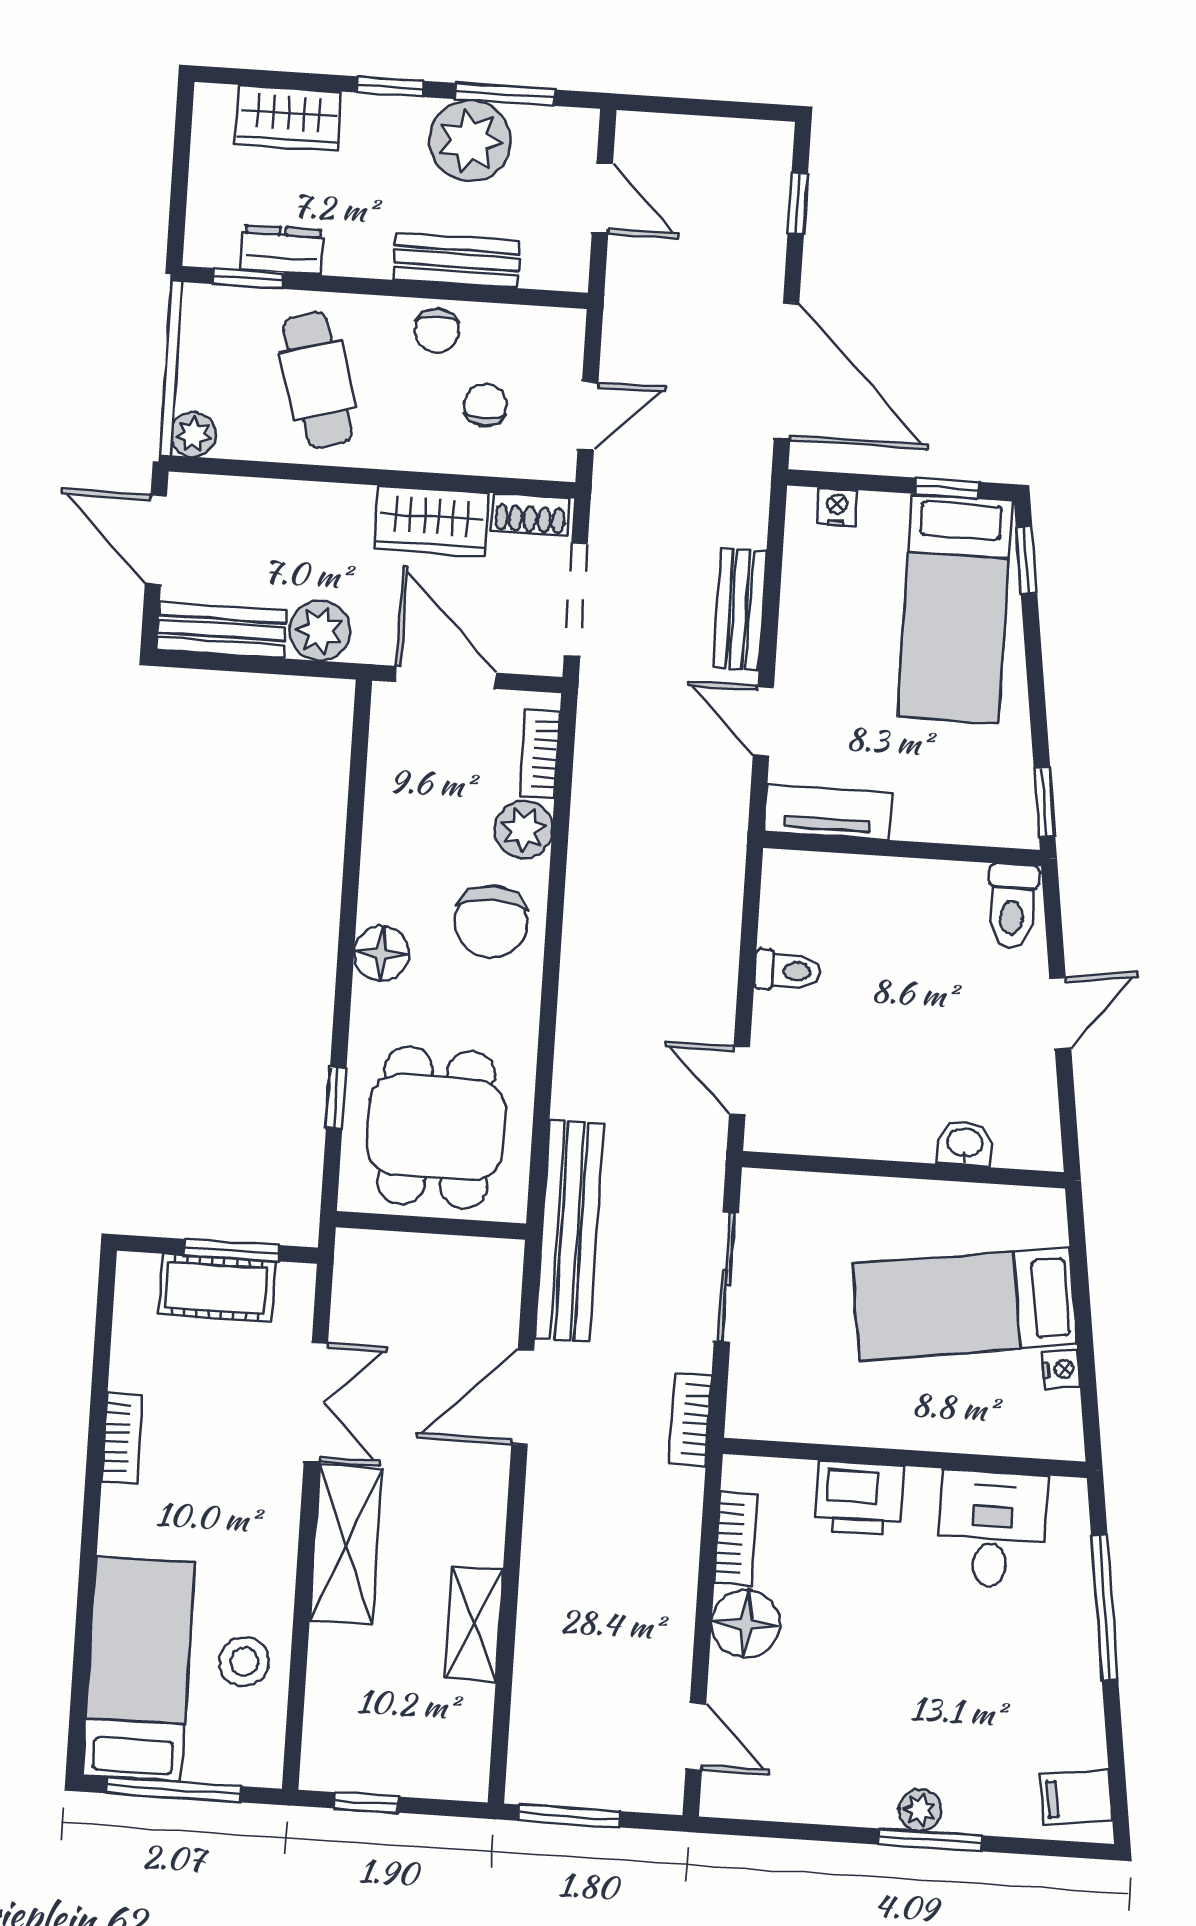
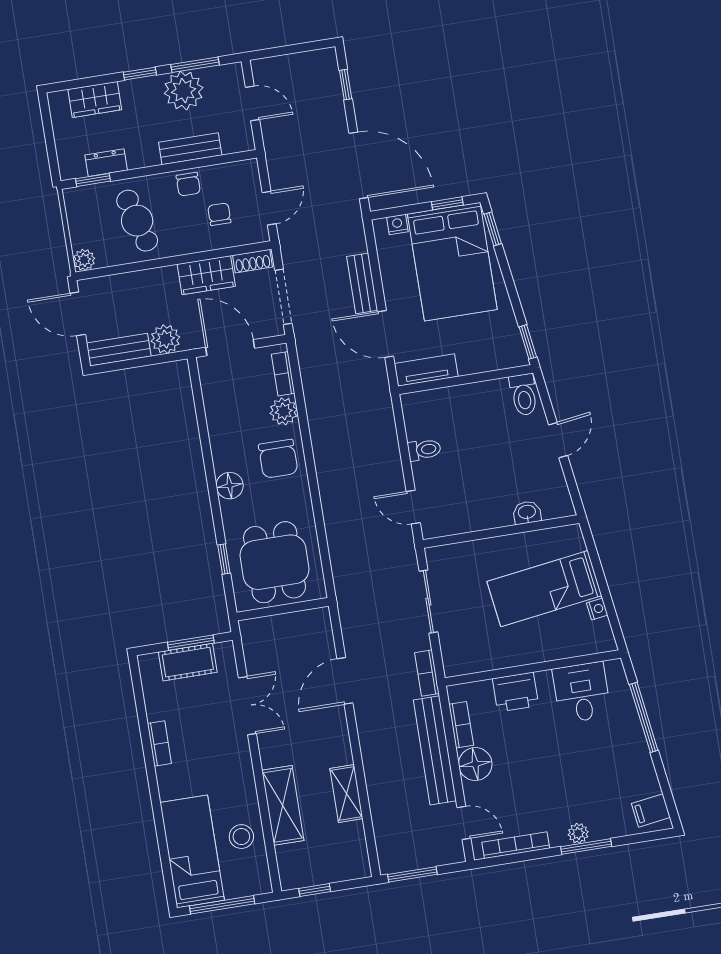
bed: (955, 609) -> (452, 262), width x1.50
door: (763, 721) -> (386, 334), width x1.38
bench: (569, 1231) -> (435, 750), moved
shelving: (346, 1544) -> (283, 805), moved
bookcase: (790, 1805) -> (516, 845), added

